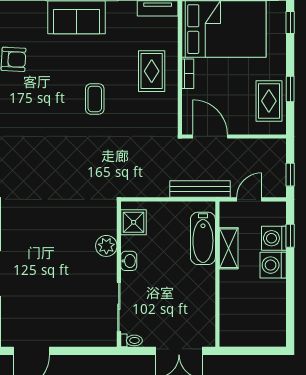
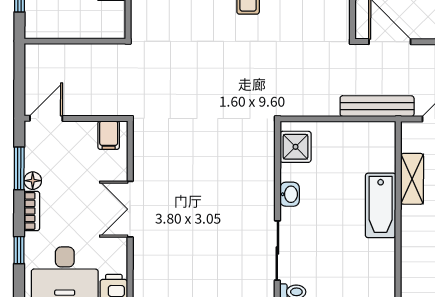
bathtub: (203, 238) -> (381, 205), moved
plant: (106, 246) -> (262, 176), removed

